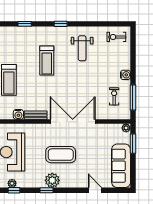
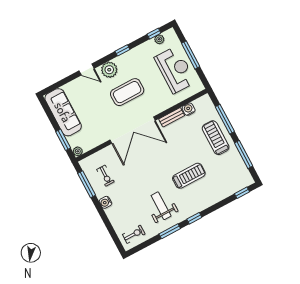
window: (25, 24) -> (242, 193), moved
window: (86, 24) -> (170, 231), added
treadmill: (47, 61) -> (189, 176), turned 90
plant: (52, 180) -> (109, 70), moved
door: (95, 190) -> (86, 70), moved

